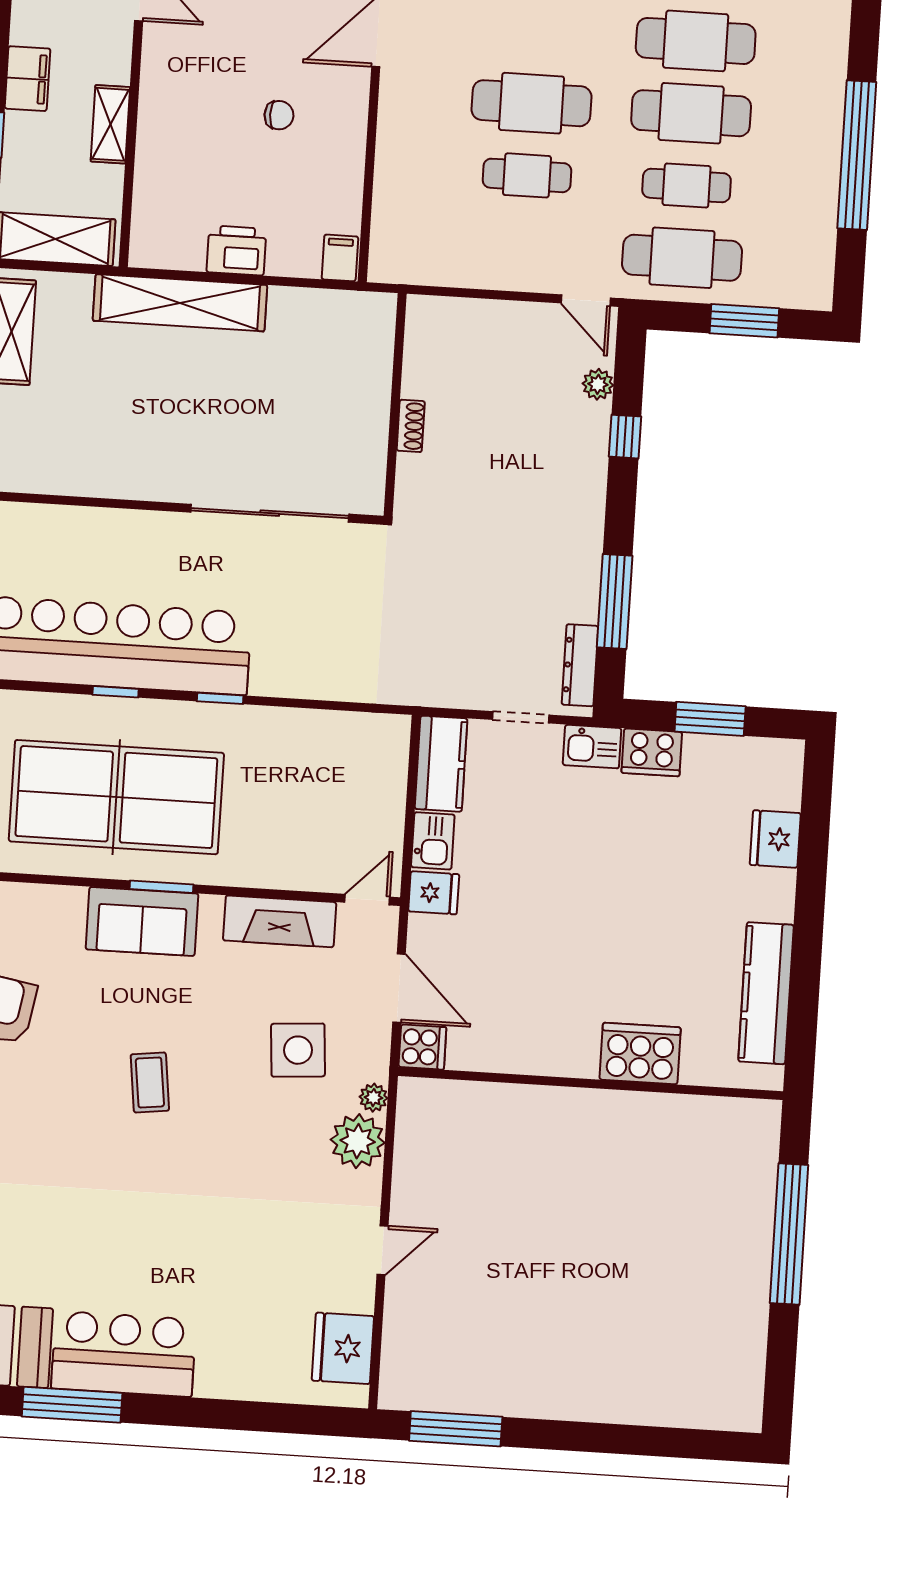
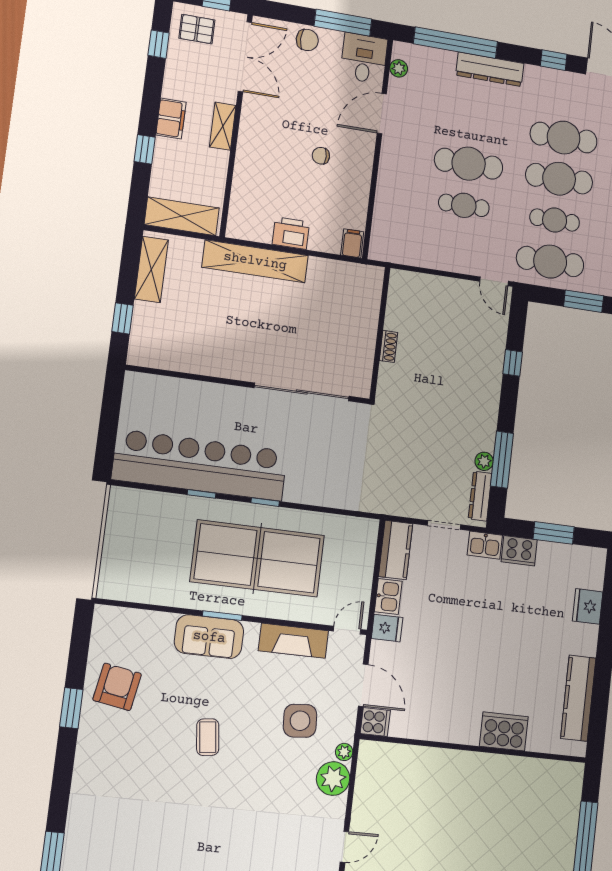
chair: (279, 115) -> (321, 156), turned 180
shelving: (110, 124) -> (223, 126), moved
plant: (598, 384) -> (484, 461), moved
table tennis table: (116, 797) -> (257, 558), moved

